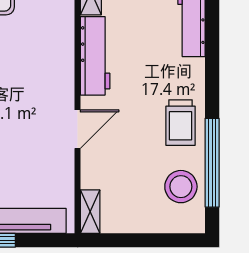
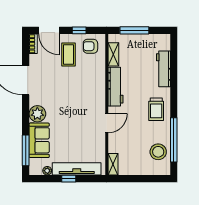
trolley: (181, 123) -> (156, 109), moved

